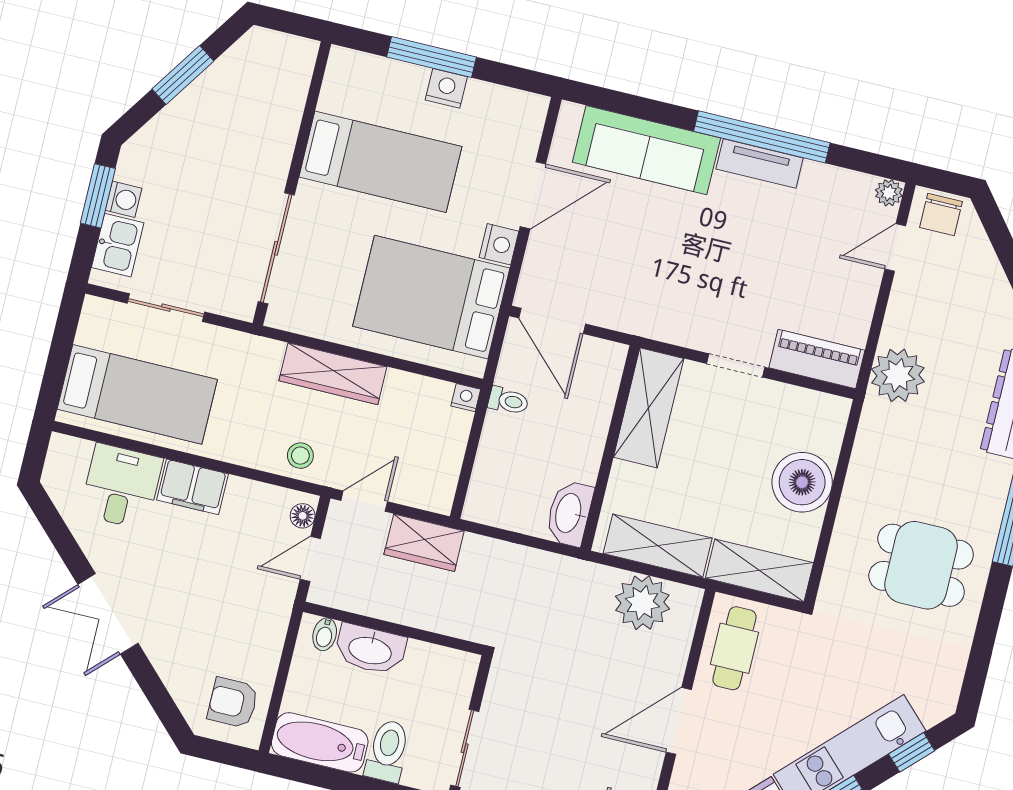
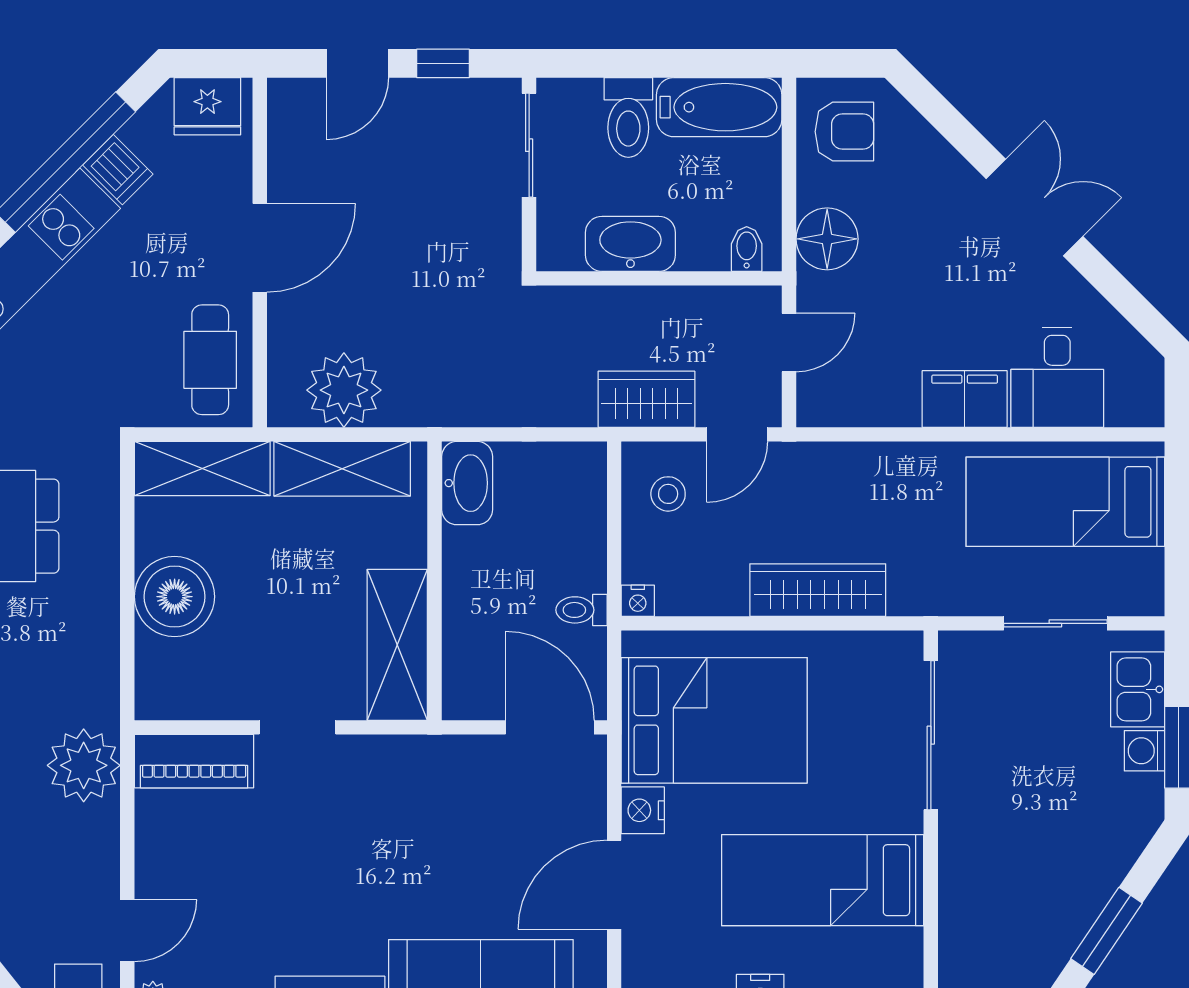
stool: (300, 456) -> (668, 494), moved
floor lamp: (303, 516) -> (827, 239), moved, width x1.89, depth x1.89
washbasin: (370, 649) -> (630, 244), moved

